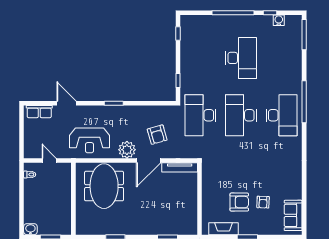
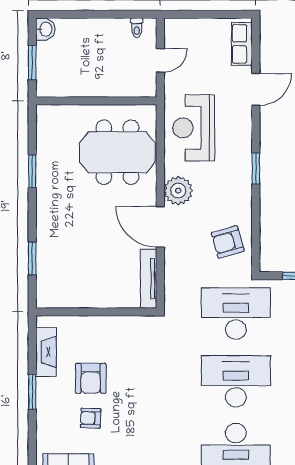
armchair: (157, 135) -> (228, 242), moved

